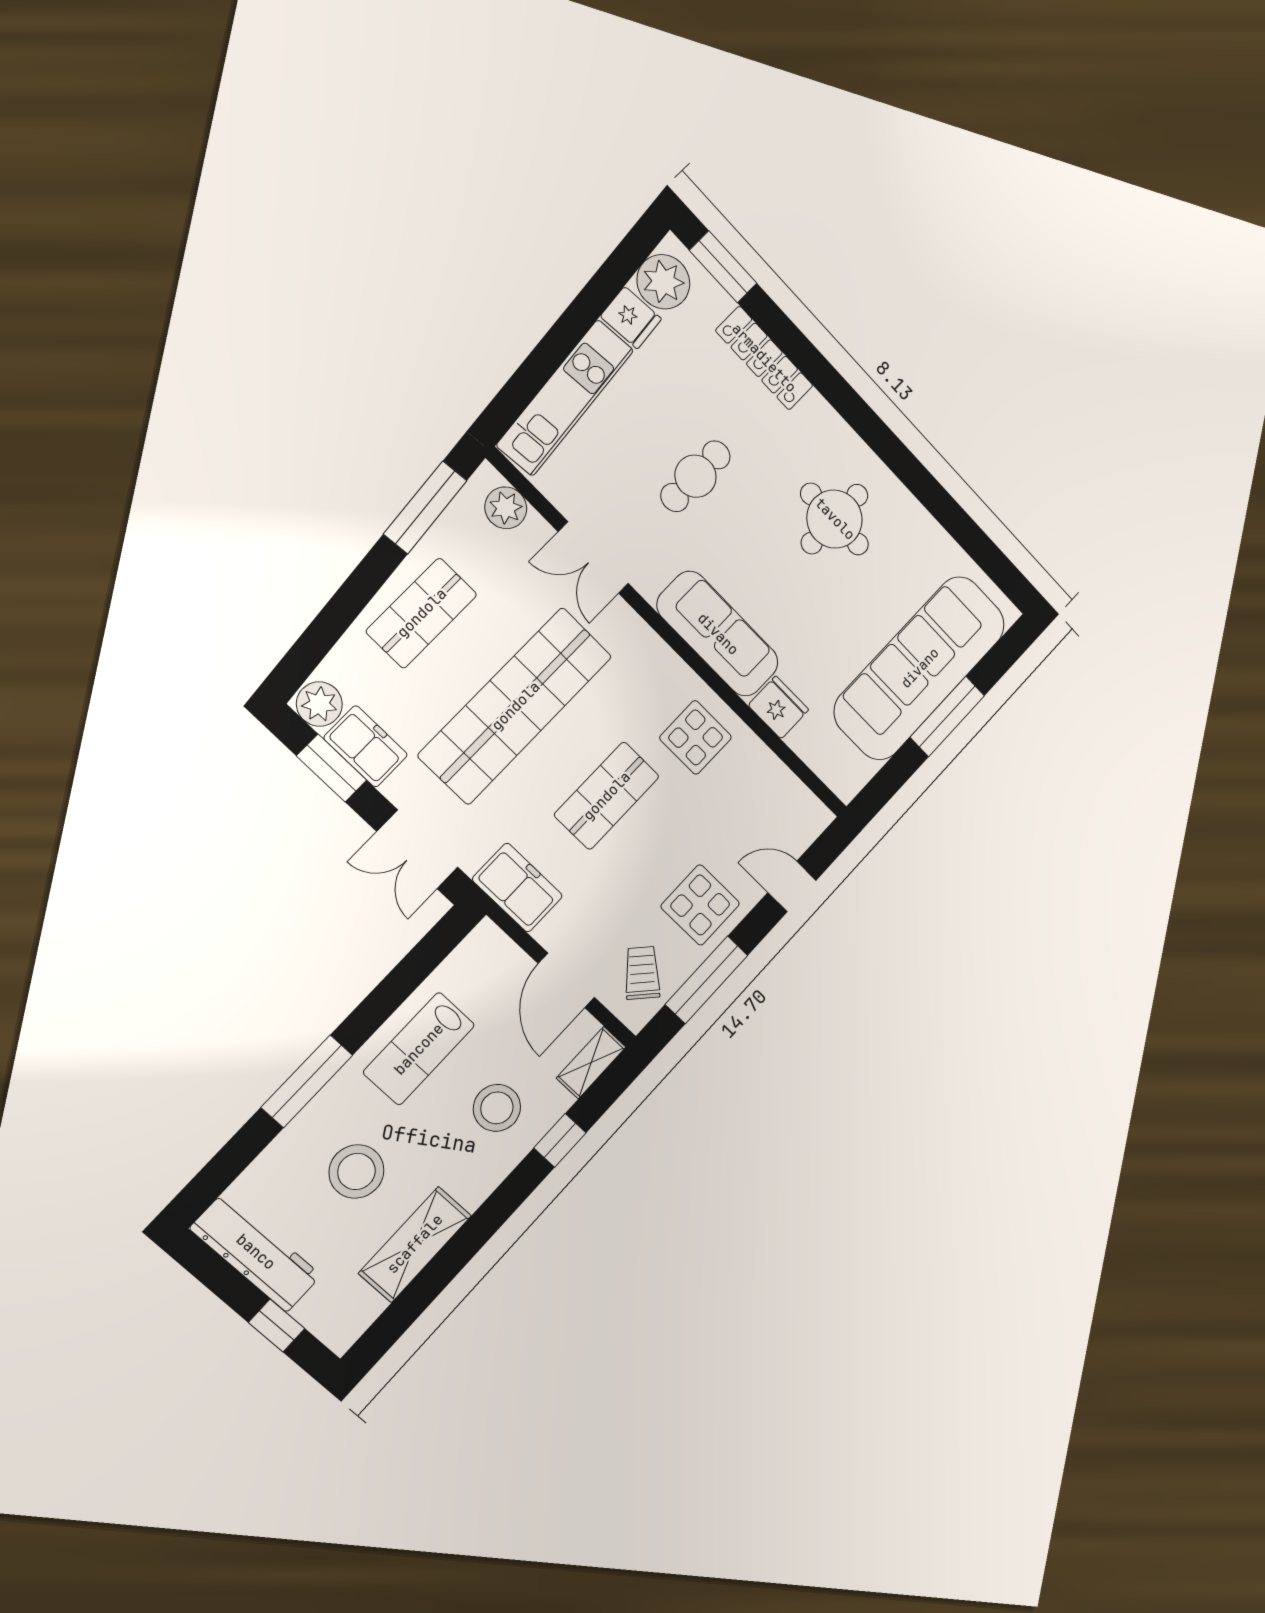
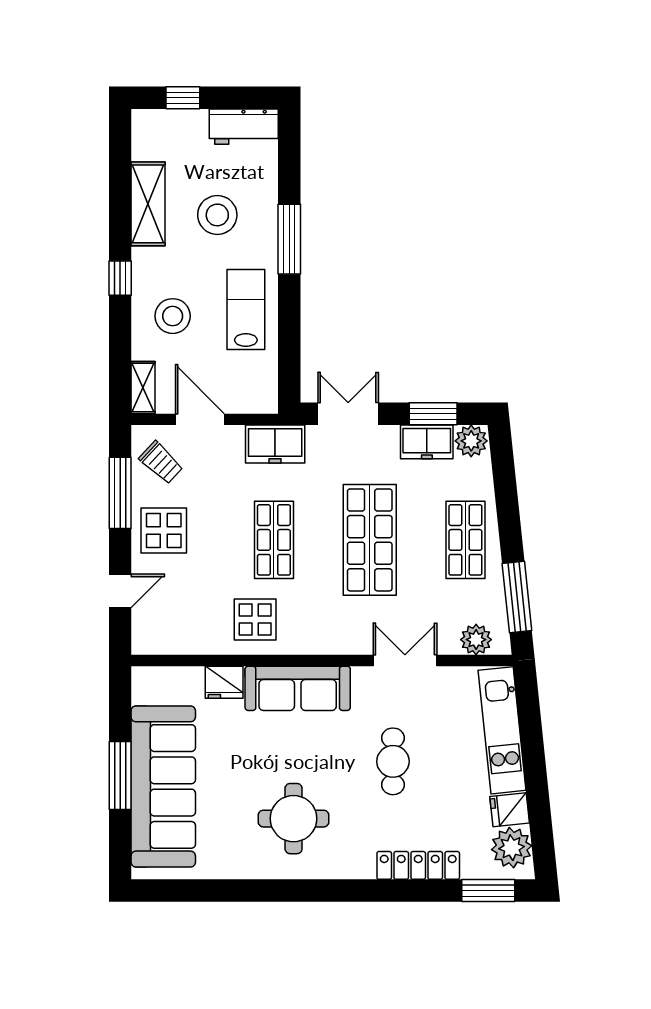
shop shelf: (516, 706) -> (370, 540), width x0.71
window: (560, 1140) -> (120, 278), moved
workbench: (256, 1252) -> (244, 127), width x0.73

